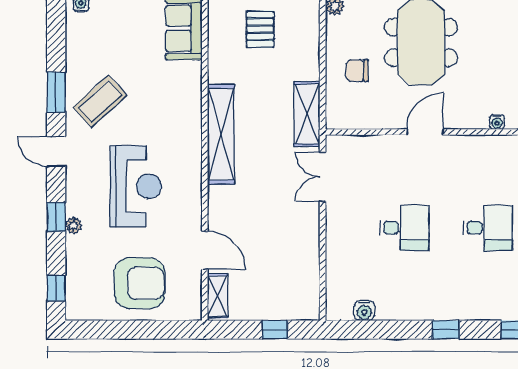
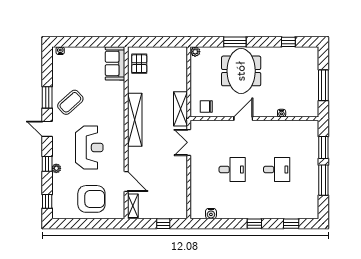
pallet: (260, 29) -> (139, 64), moved
chair: (357, 71) -> (206, 106), moved

